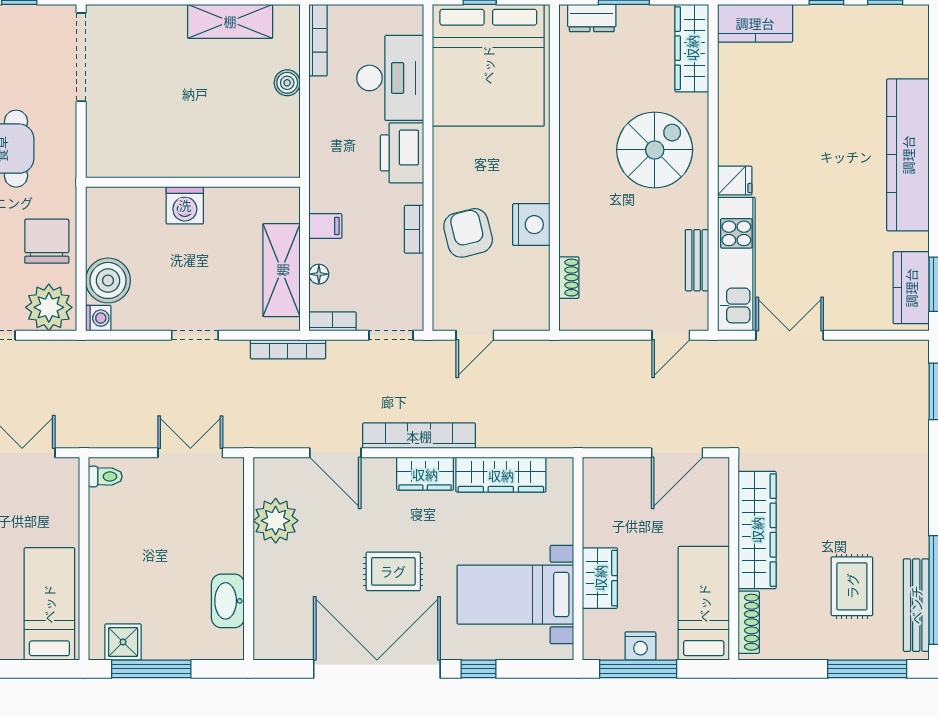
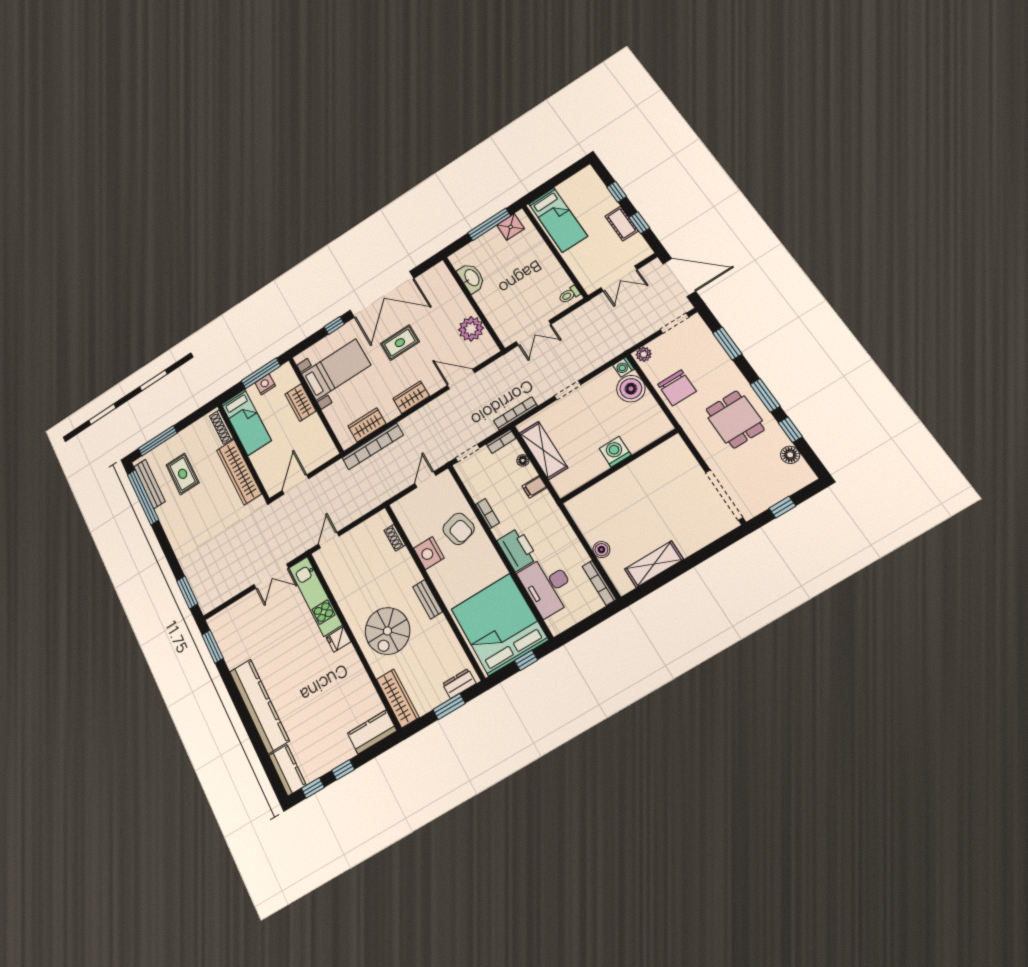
bench: (697, 260) -> (428, 599), moved
kitchen counter: (911, 288) -> (287, 770), moved
plant: (49, 307) -> (644, 354), width x0.53, depth x0.53
bookcase: (419, 436) -> (373, 446), moved
wardrobe: (501, 475) -> (367, 425), width x0.67

